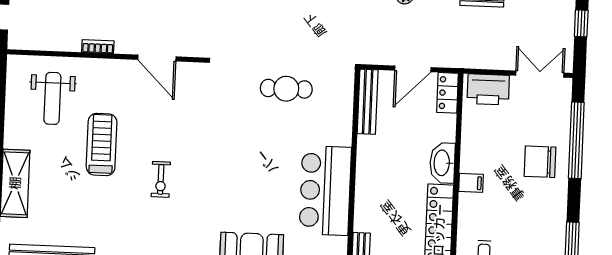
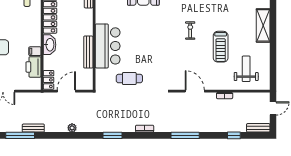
printer: (488, 89) -> (34, 67), moved, turned -90
bench: (368, 102) -> (88, 52), moved
filing cabinet: (471, 183) -> (35, 51), moved
bar counter: (325, 191) -> (108, 46), moved

